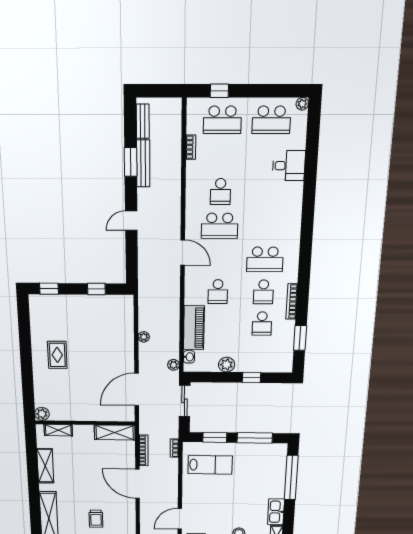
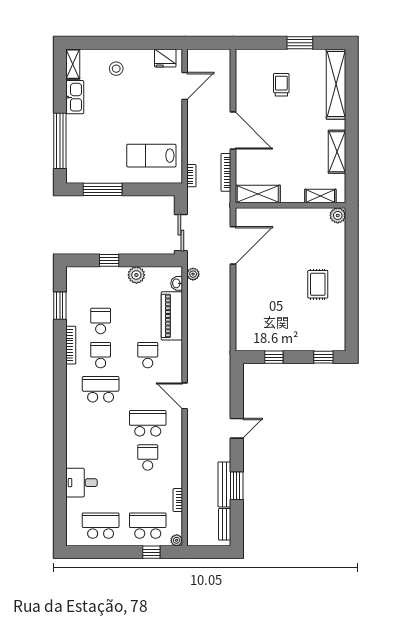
plant: (302, 104) -> (177, 540), moved
plant: (144, 337) -> (225, 305), removed
window: (215, 437) -> (147, 189), removed

